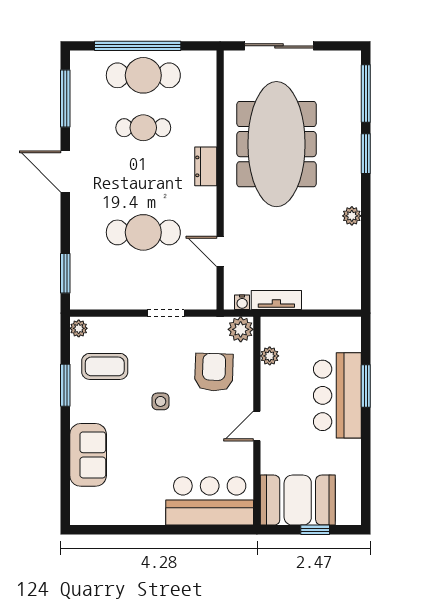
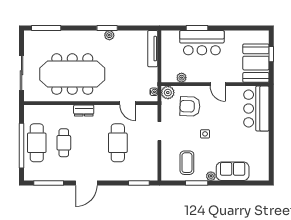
window: (366, 154) -> (107, 28), moved
door: (220, 251) -> (128, 103), hinge flipped
tv unit: (276, 300) -> (153, 49), moved, width x1.41
plant: (79, 328) -> (211, 176), moved

